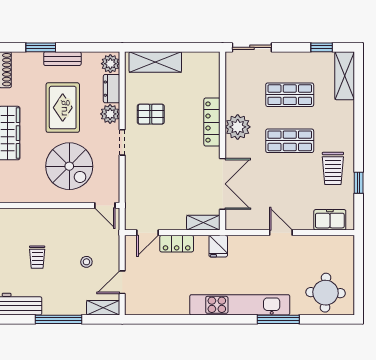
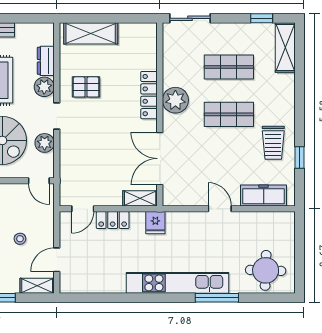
plant: (110, 64) -> (45, 143), moved
double door: (223, 184) -> (160, 159), swing flipped
freezer: (330, 220) -> (264, 195), width x1.40

